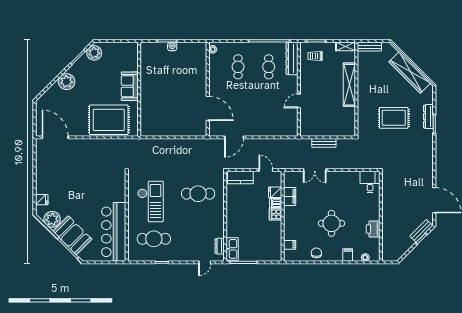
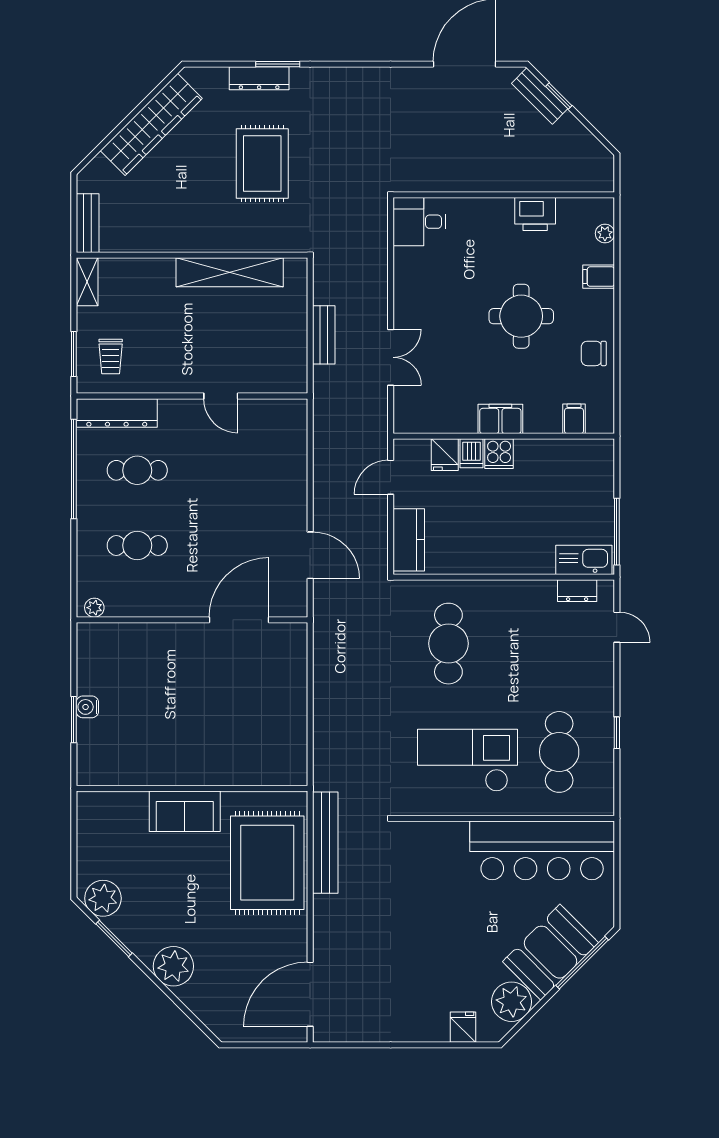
shelving: (349, 85) -> (230, 272), moved
bench: (117, 143) -> (325, 843), added
filing cabinet: (290, 196) -> (500, 419), moved

